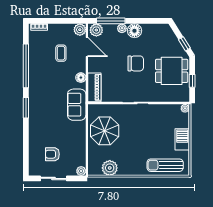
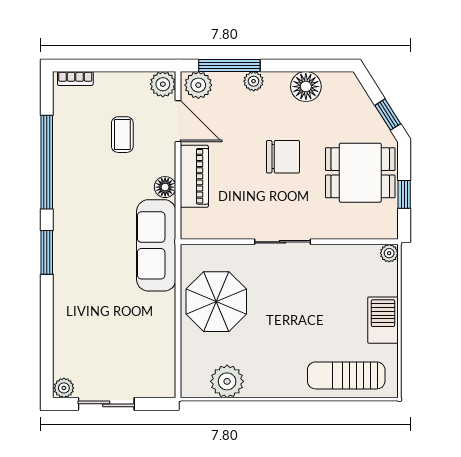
floor lamp: (134, 31) -> (306, 87), moved
piano: (94, 87) -> (194, 176), moved
sofa: (77, 105) -> (156, 245), width x1.36
armchair: (52, 154) -> (104, 352), removed
plant: (81, 171) -> (64, 388), moved

